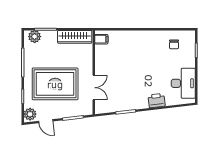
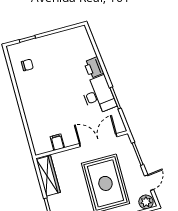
filing cabinet: (101, 39) -> (57, 142), moved
desk: (183, 83) -> (98, 95), moved, turned 83
double door: (94, 88) -> (98, 140), width x1.37

